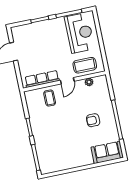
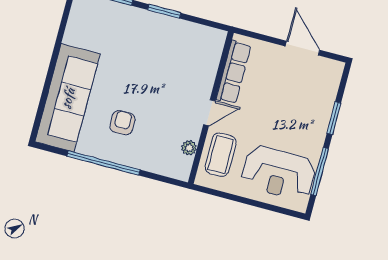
door: (67, 81) -> (209, 113), swing flipped
coffee table: (50, 98) -> (196, 69), removed
sofa: (107, 152) -> (68, 98), width x1.85, depth x1.27

